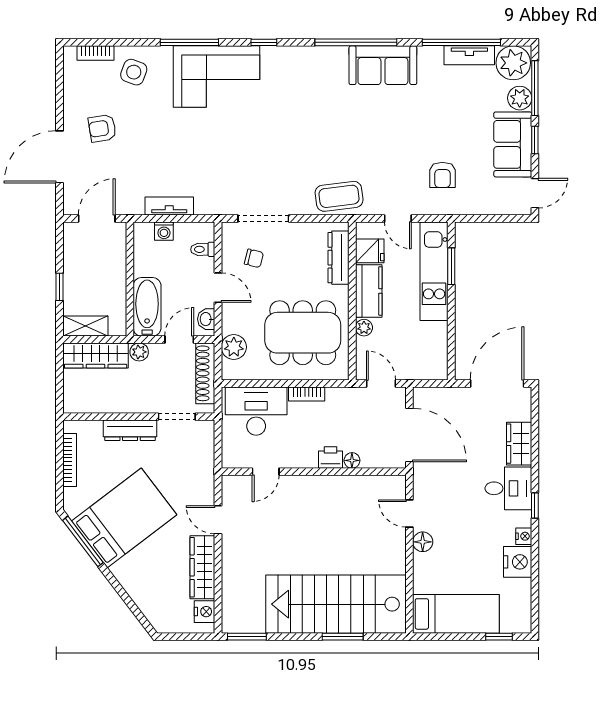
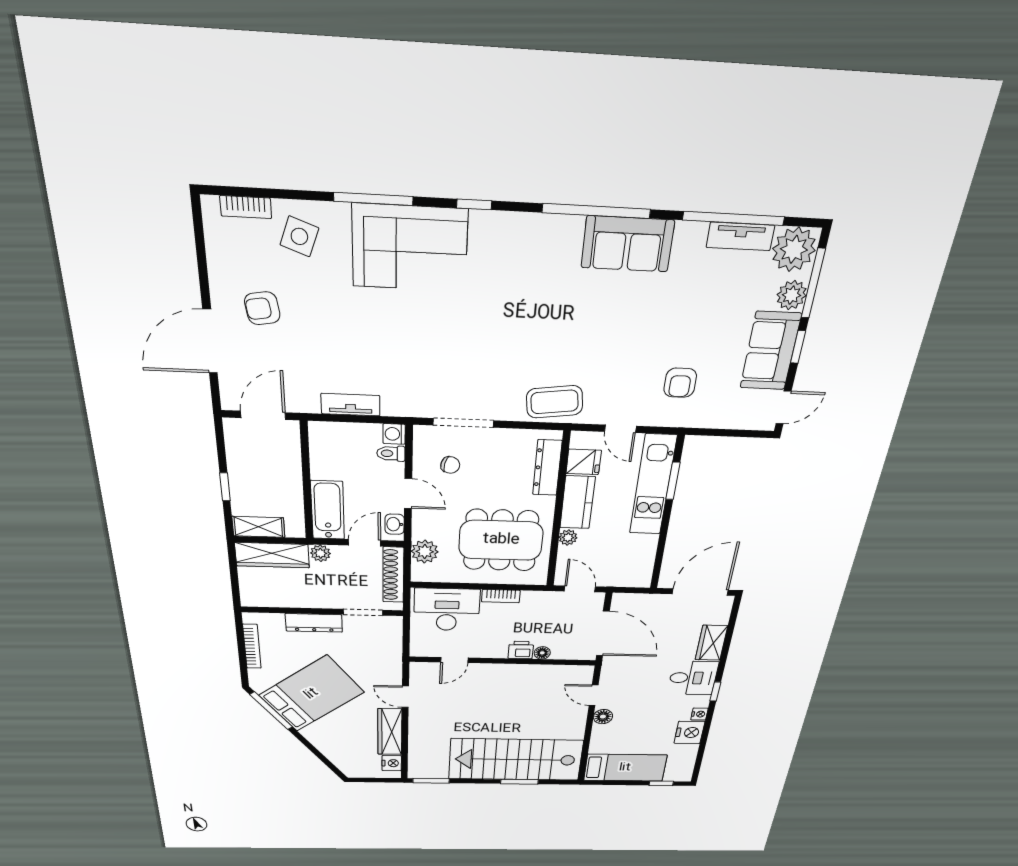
washing machine: (164, 231) -> (394, 434), moved, turned 90

